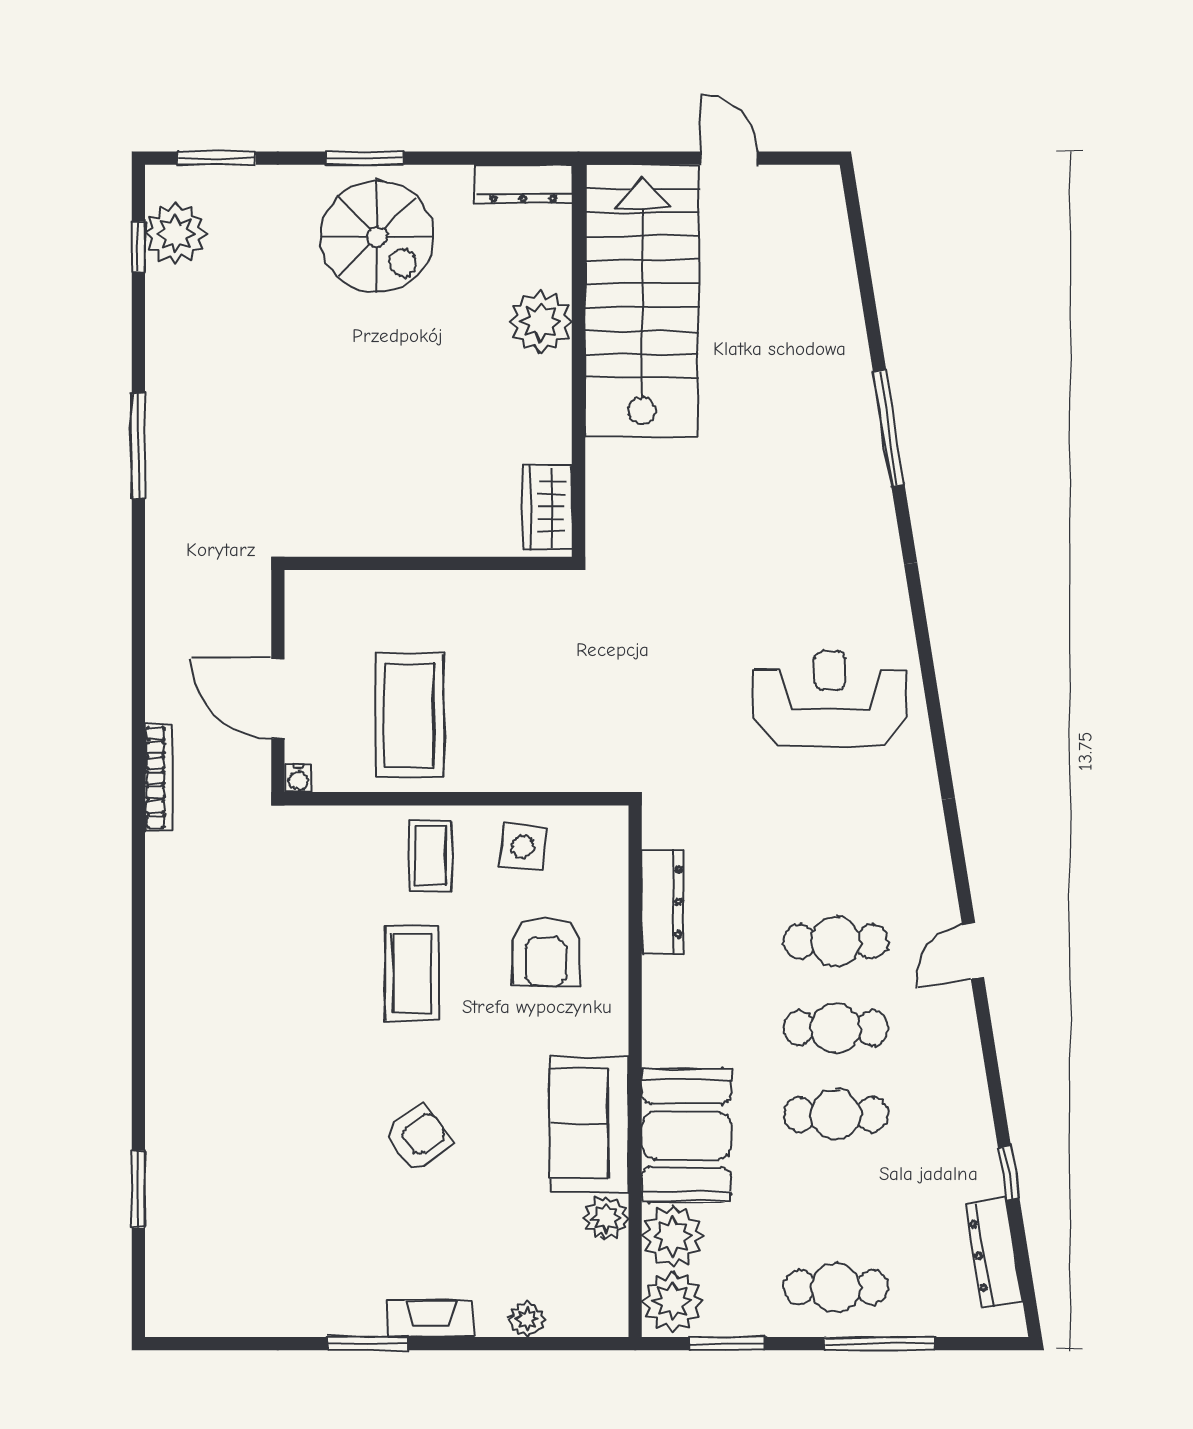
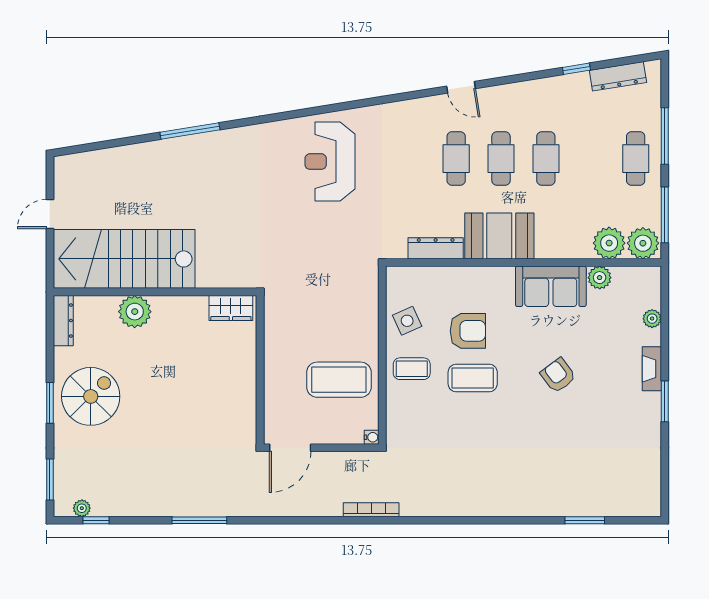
plant: (176, 234) -> (82, 508), width x0.53, depth x0.53
door: (278, 699) -> (290, 448), moved
side table: (523, 847) -> (407, 321), turned -30
armchair: (546, 952) -> (468, 331), moved
booth: (686, 1135) -> (499, 236), moved
window: (727, 1344) -> (665, 215), width x1.44

